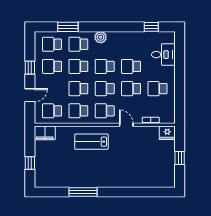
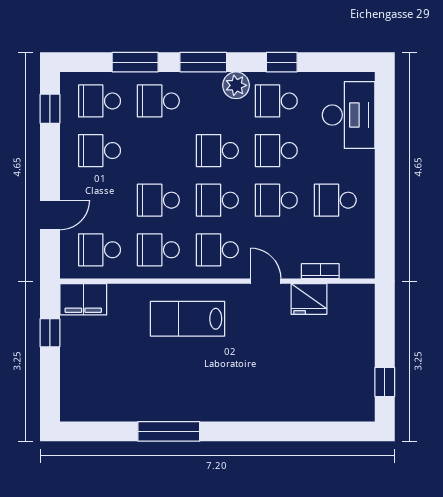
window: (98, 27) -> (203, 62), added
window: (151, 27) -> (282, 62), moved
plant: (101, 37) -> (236, 85), moved
desk: (163, 55) -> (349, 115), width x1.37
school desk: (78, 66) -> (276, 101), moved
window: (30, 68) -> (50, 109), moved
fridge: (167, 133) -> (309, 299), moved
window: (180, 158) -> (385, 382), moved
window: (30, 163) -> (50, 333), moved

